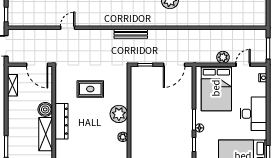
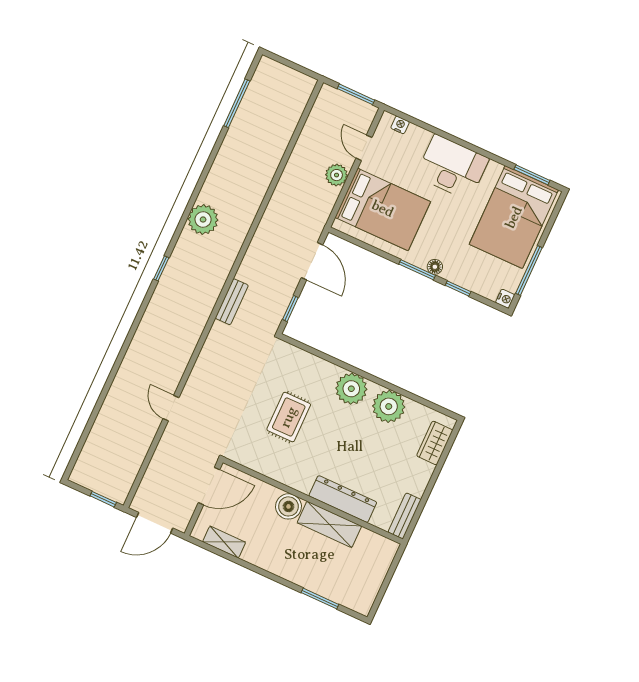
bench: (131, 34) -> (232, 302), width x0.73
dresser: (61, 121) -> (343, 499), moved
plant: (123, 137) -> (389, 406), width x1.87, depth x1.87

